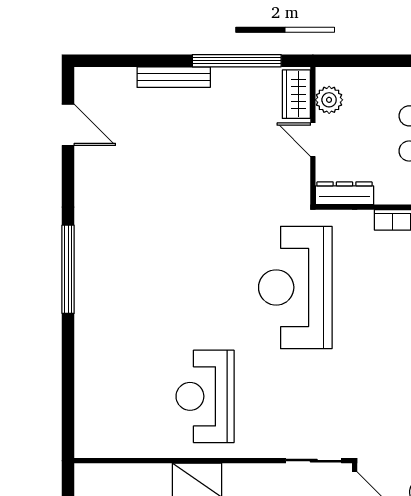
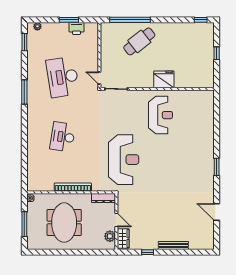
window: (237, 61) -> (148, 252), width x0.32
door: (68, 125) -> (217, 212), moved
window: (68, 269) -> (217, 167), width x0.47

